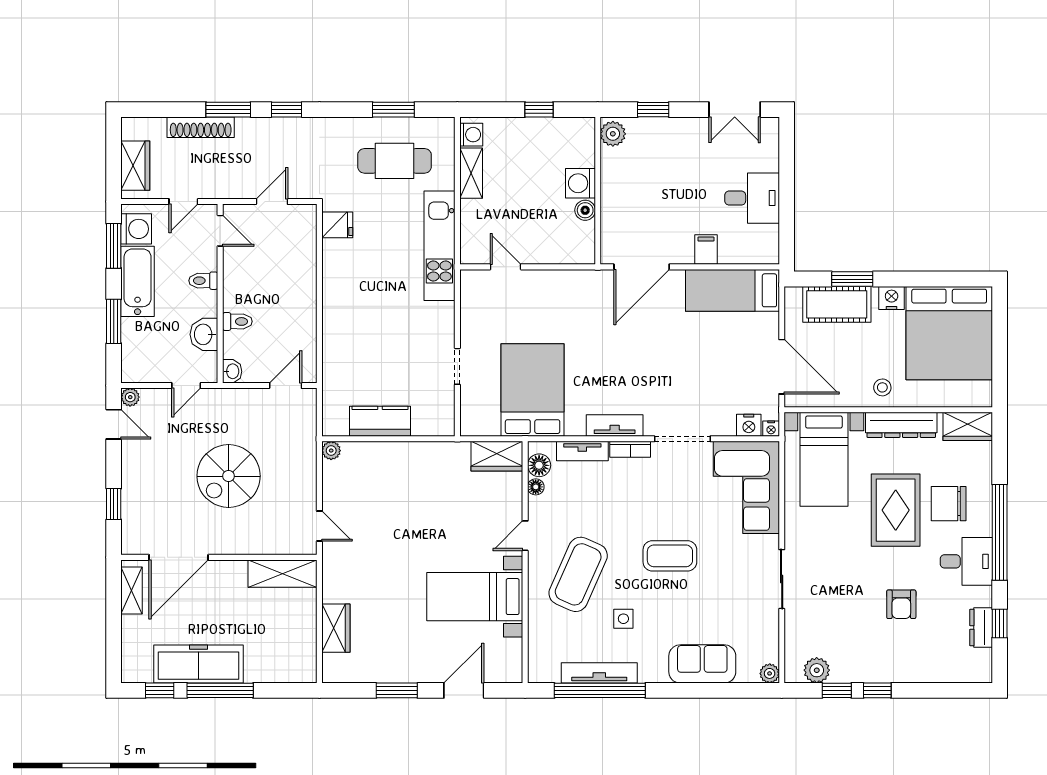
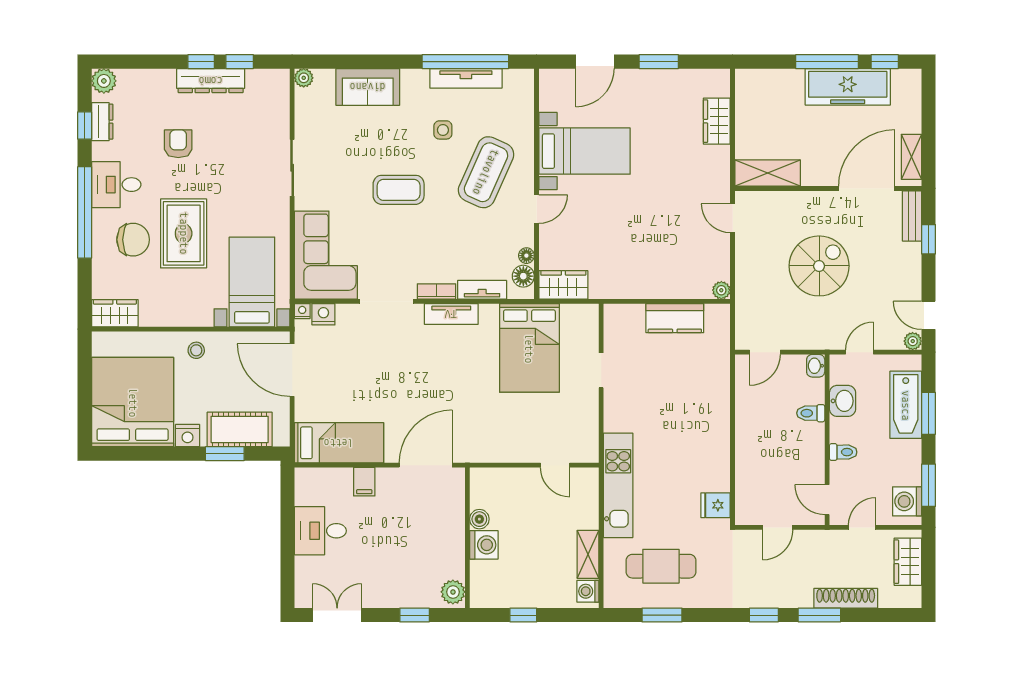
bathtub: (138, 281) -> (906, 405), moved
dresser: (901, 425) -> (211, 81), moved, turned 180
bench: (131, 529) -> (912, 216), added
plant: (817, 670) -> (104, 81), moved

